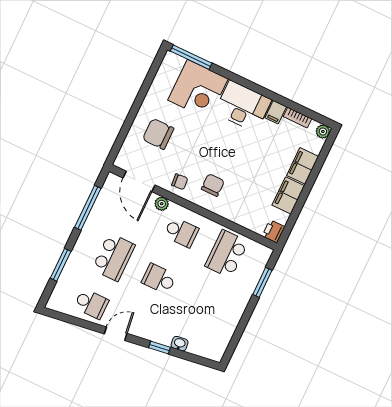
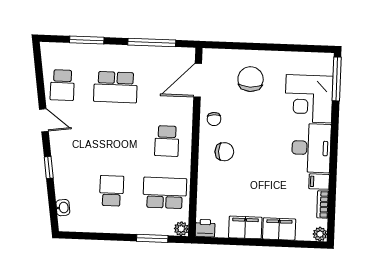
plant: (162, 204) -> (181, 229), moved
school desk: (159, 279) -> (112, 191), moved
washbasin: (180, 344) -> (63, 208), moved

